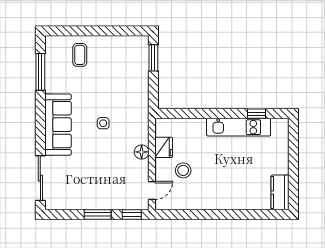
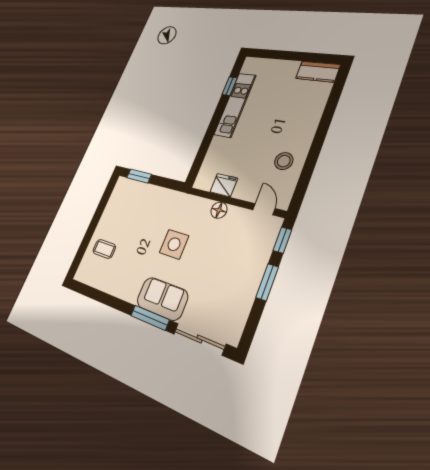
window: (40, 72) -> (150, 318), moved
side table: (103, 123) -> (174, 244), width x1.87, depth x1.87
sofa: (58, 125) -> (162, 299), width x0.73
stool: (183, 170) -> (284, 161), moved

